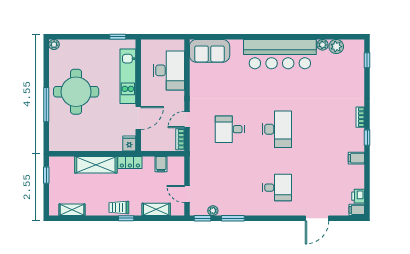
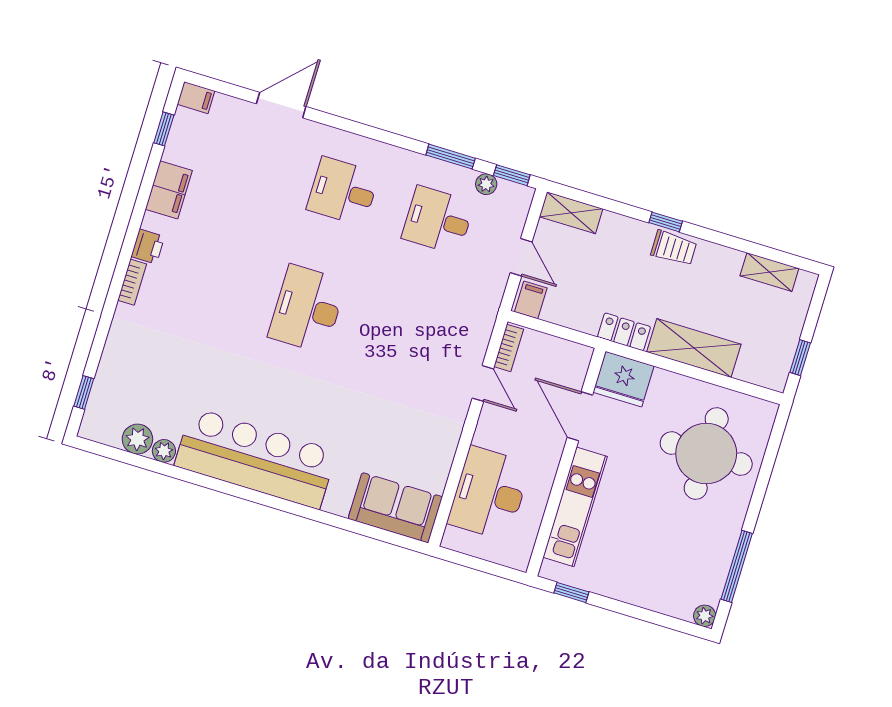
round table: (76, 92) -> (706, 454), moved
window: (46, 105) -> (737, 566), moved
door: (138, 118) -> (580, 416), hinge flipped
door: (187, 120) -> (483, 383), hinge flipped
desk: (230, 129) -> (438, 220), moved, turned 180
window: (367, 138) -> (164, 129), moved
fridge: (129, 144) -> (623, 379), width x1.88, depth x1.34
filing cabinet: (356, 158) -> (169, 190), width x2.00
filing cabinet: (161, 164) -> (531, 300), moved
door: (187, 194) -> (521, 257), moved
printer: (358, 196) -> (148, 247), moved
shelving: (156, 209) -> (571, 213), moved

